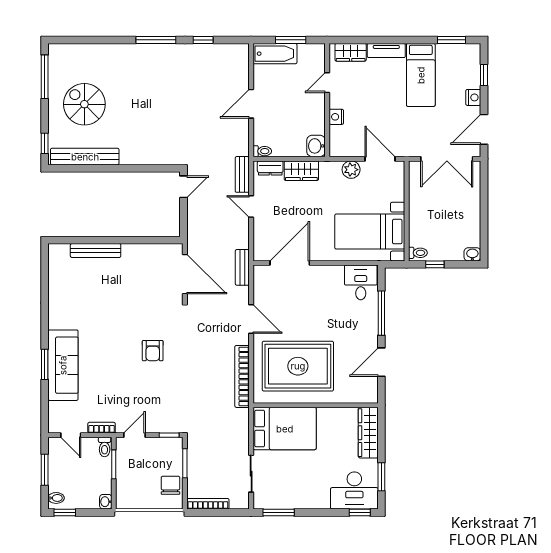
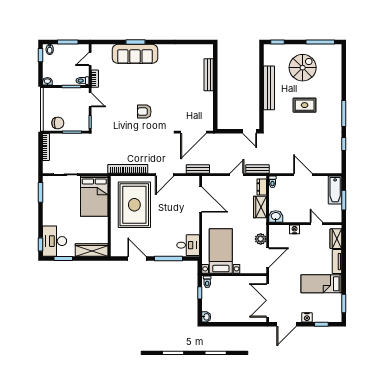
rug: (143, 101) -> (305, 105), added
door: (484, 129) -> (286, 324), swing flipped
bench: (85, 157) -> (269, 88), moved

